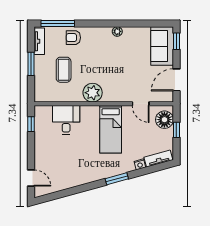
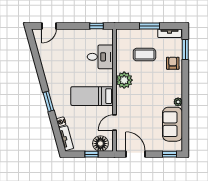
window: (58, 23) -> (185, 49), width x0.69
sofa: (162, 46) -> (173, 124), moved, turned -90

